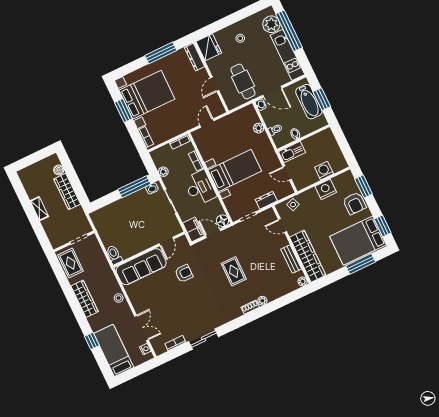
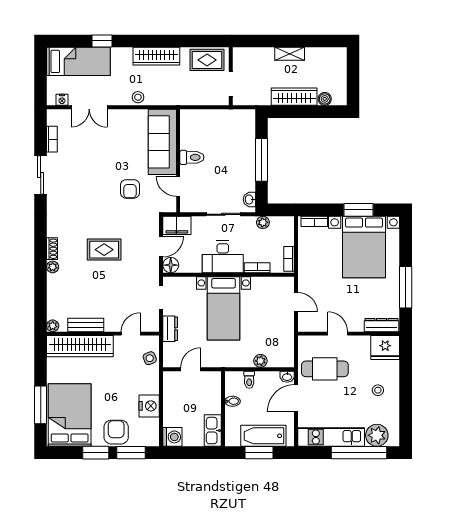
kitchen sink: (292, 152) -> (213, 431), moved
washing machine: (324, 171) -> (172, 437), moved
window: (134, 187) -> (262, 160), moved
armchair: (354, 203) -> (116, 432), turned 90
window: (383, 226) -> (96, 453), moved
toilet: (114, 255) -> (192, 157), moved

